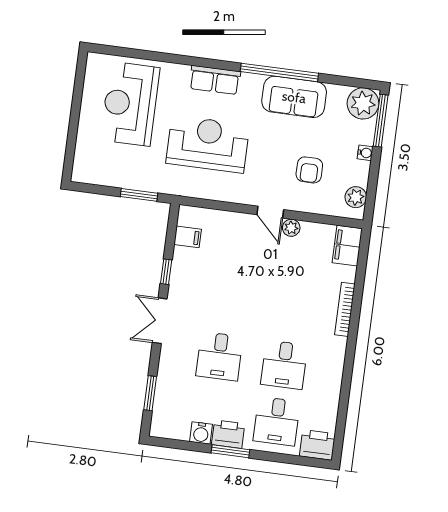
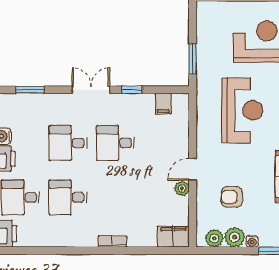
plant: (358, 173) -> (235, 237), added
desk: (227, 300) -> (115, 143), added
bookcase: (345, 309) -> (112, 242), width x0.64

